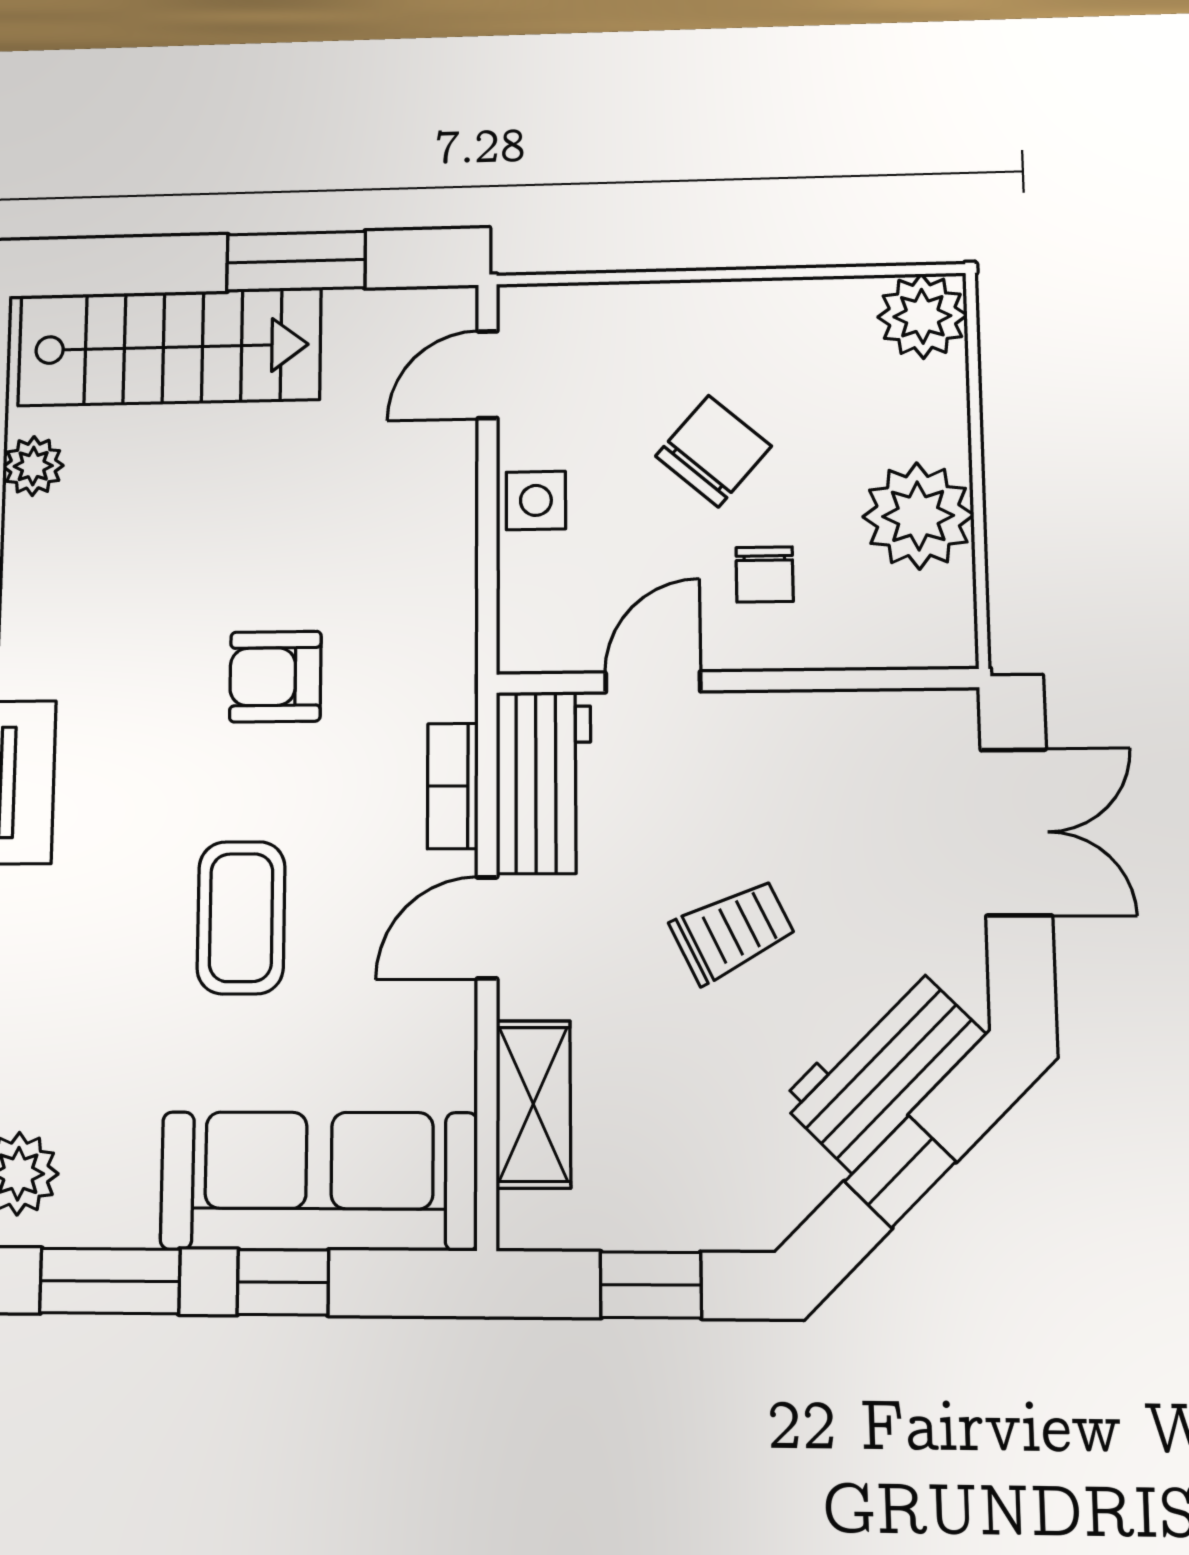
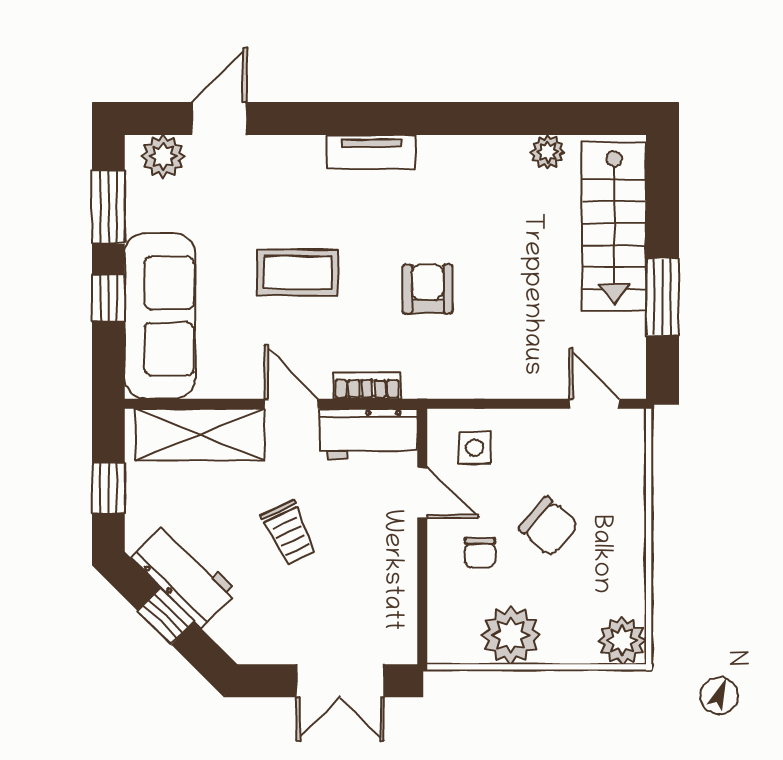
side table: (536, 500) -> (475, 448), moved
chair: (765, 574) -> (480, 553), turned -90
workbench: (883, 1068) -> (184, 575), moved
shelving: (533, 1104) -> (200, 434), width x1.50, depth x1.33

